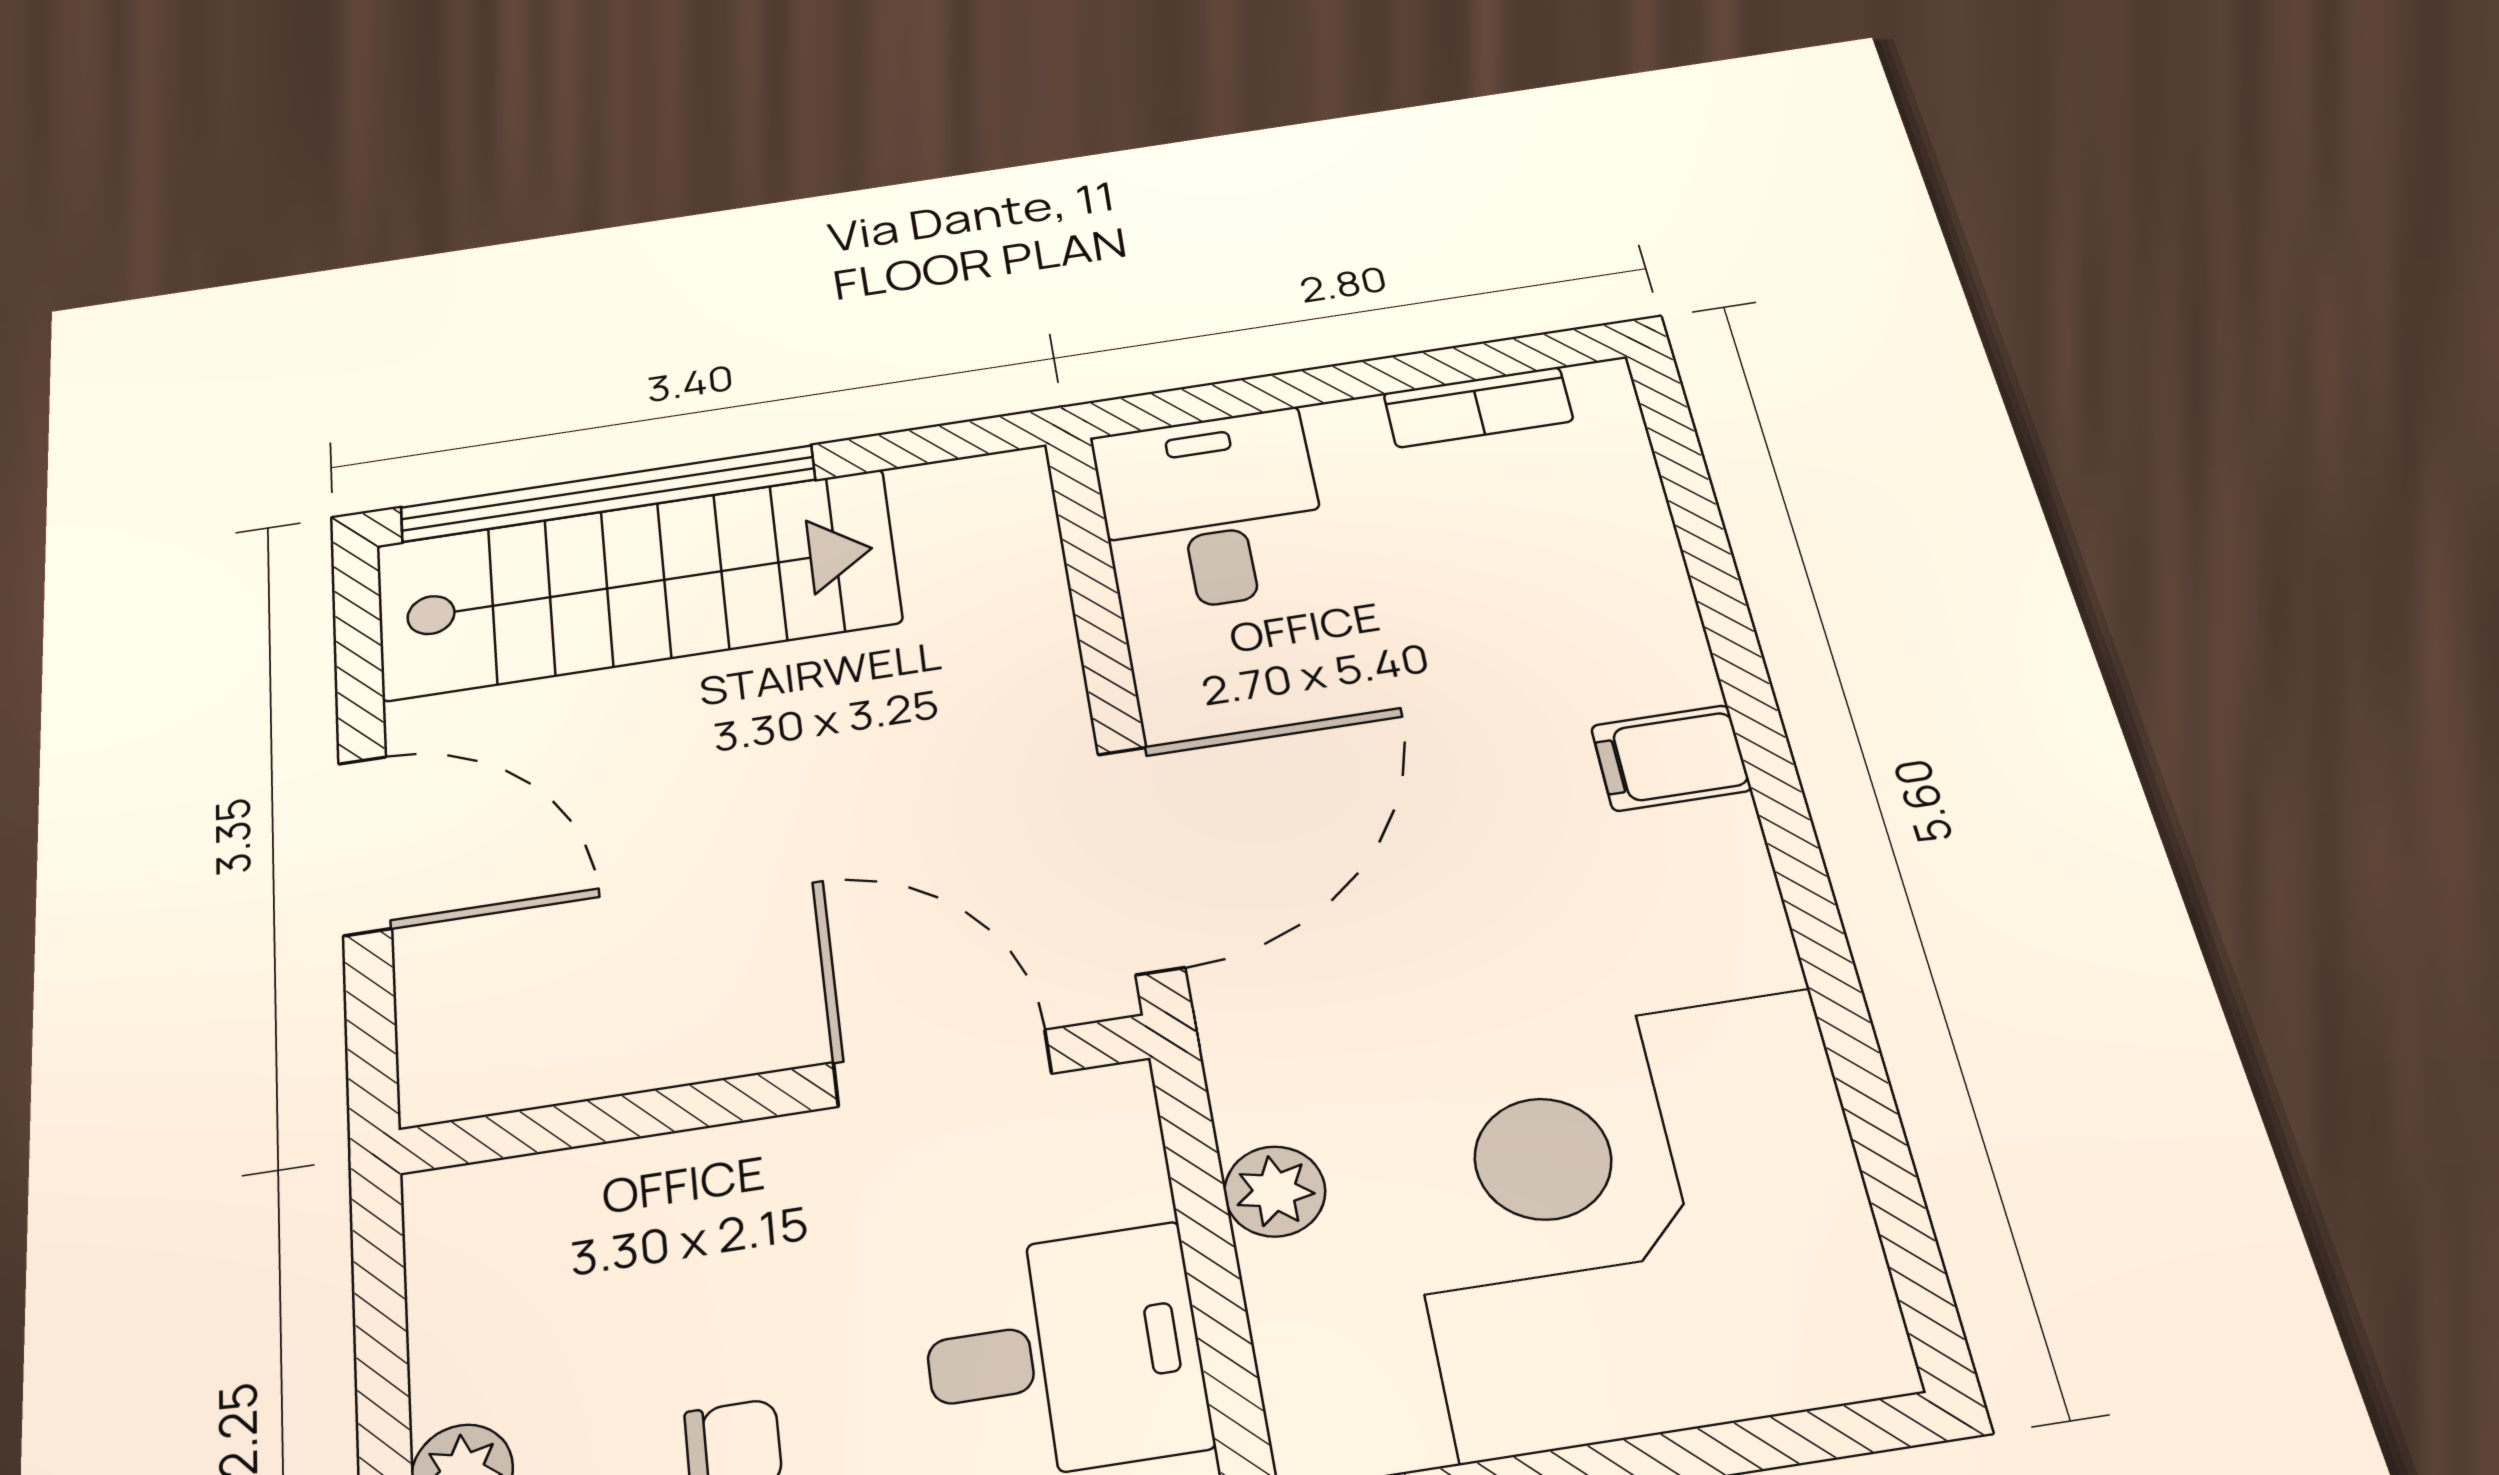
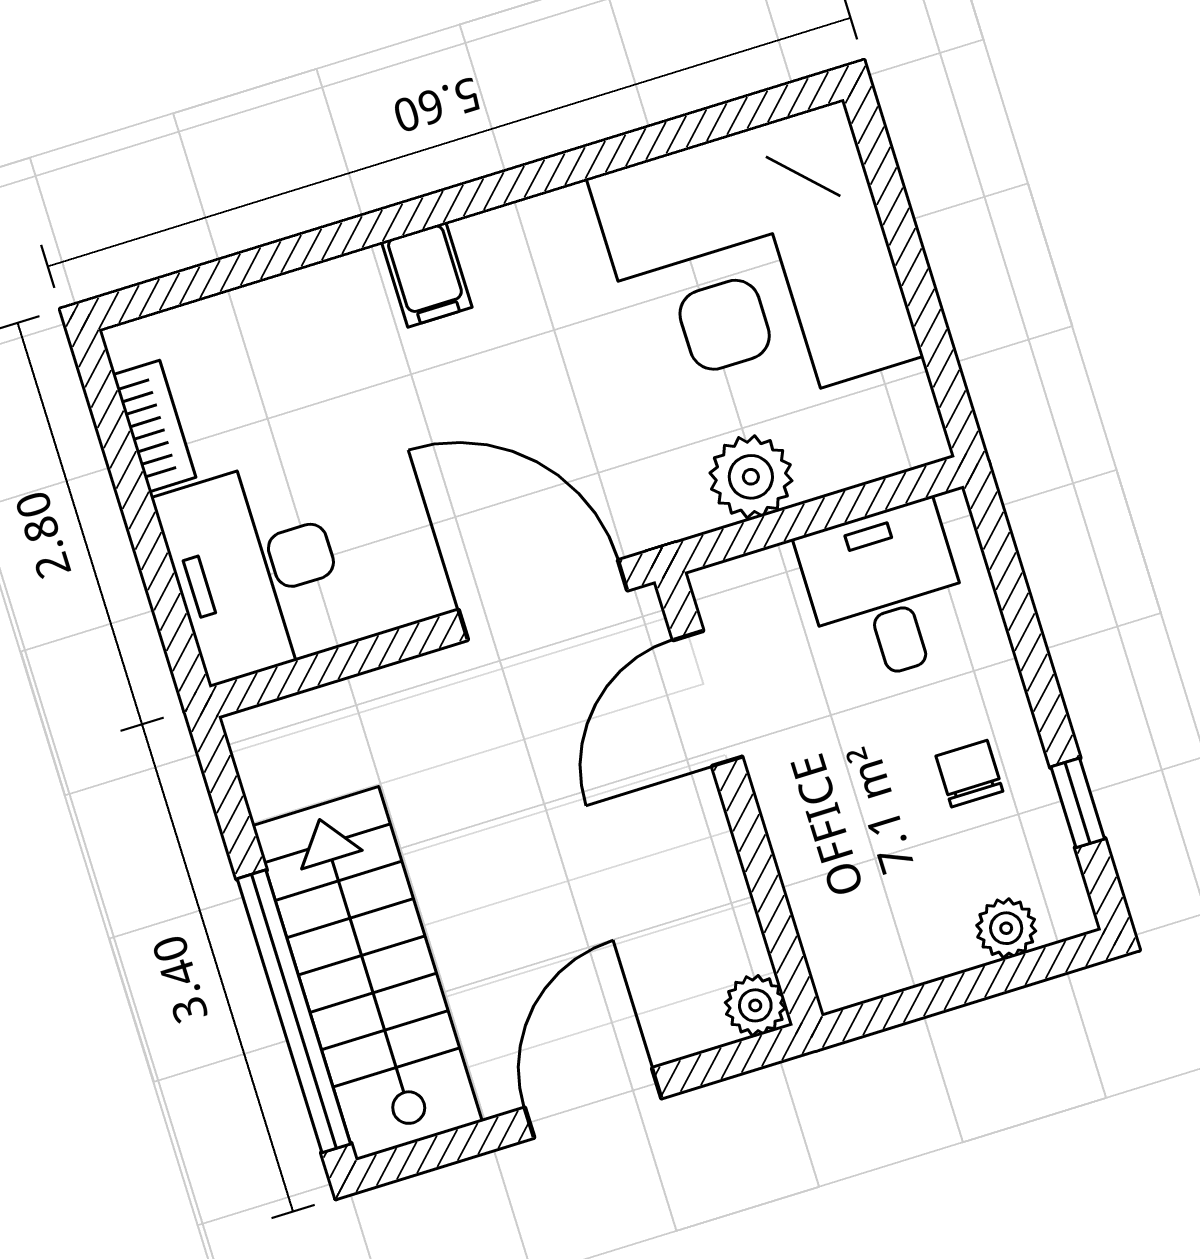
desk: (1211, 511) -> (255, 570), width x1.37
plant: (445, 1080) -> (755, 1005), added
plant: (1275, 1191) -> (751, 477), width x1.38, depth x1.38

